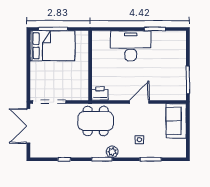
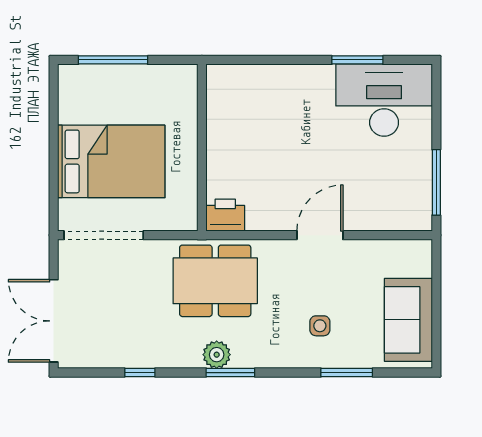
bed: (52, 46) -> (111, 161), moved
desk: (131, 46) -> (384, 100), moved
sofa: (176, 121) -> (408, 320), moved
double door: (28, 126) -> (54, 321), moved
plant: (112, 152) -> (217, 355), moved

